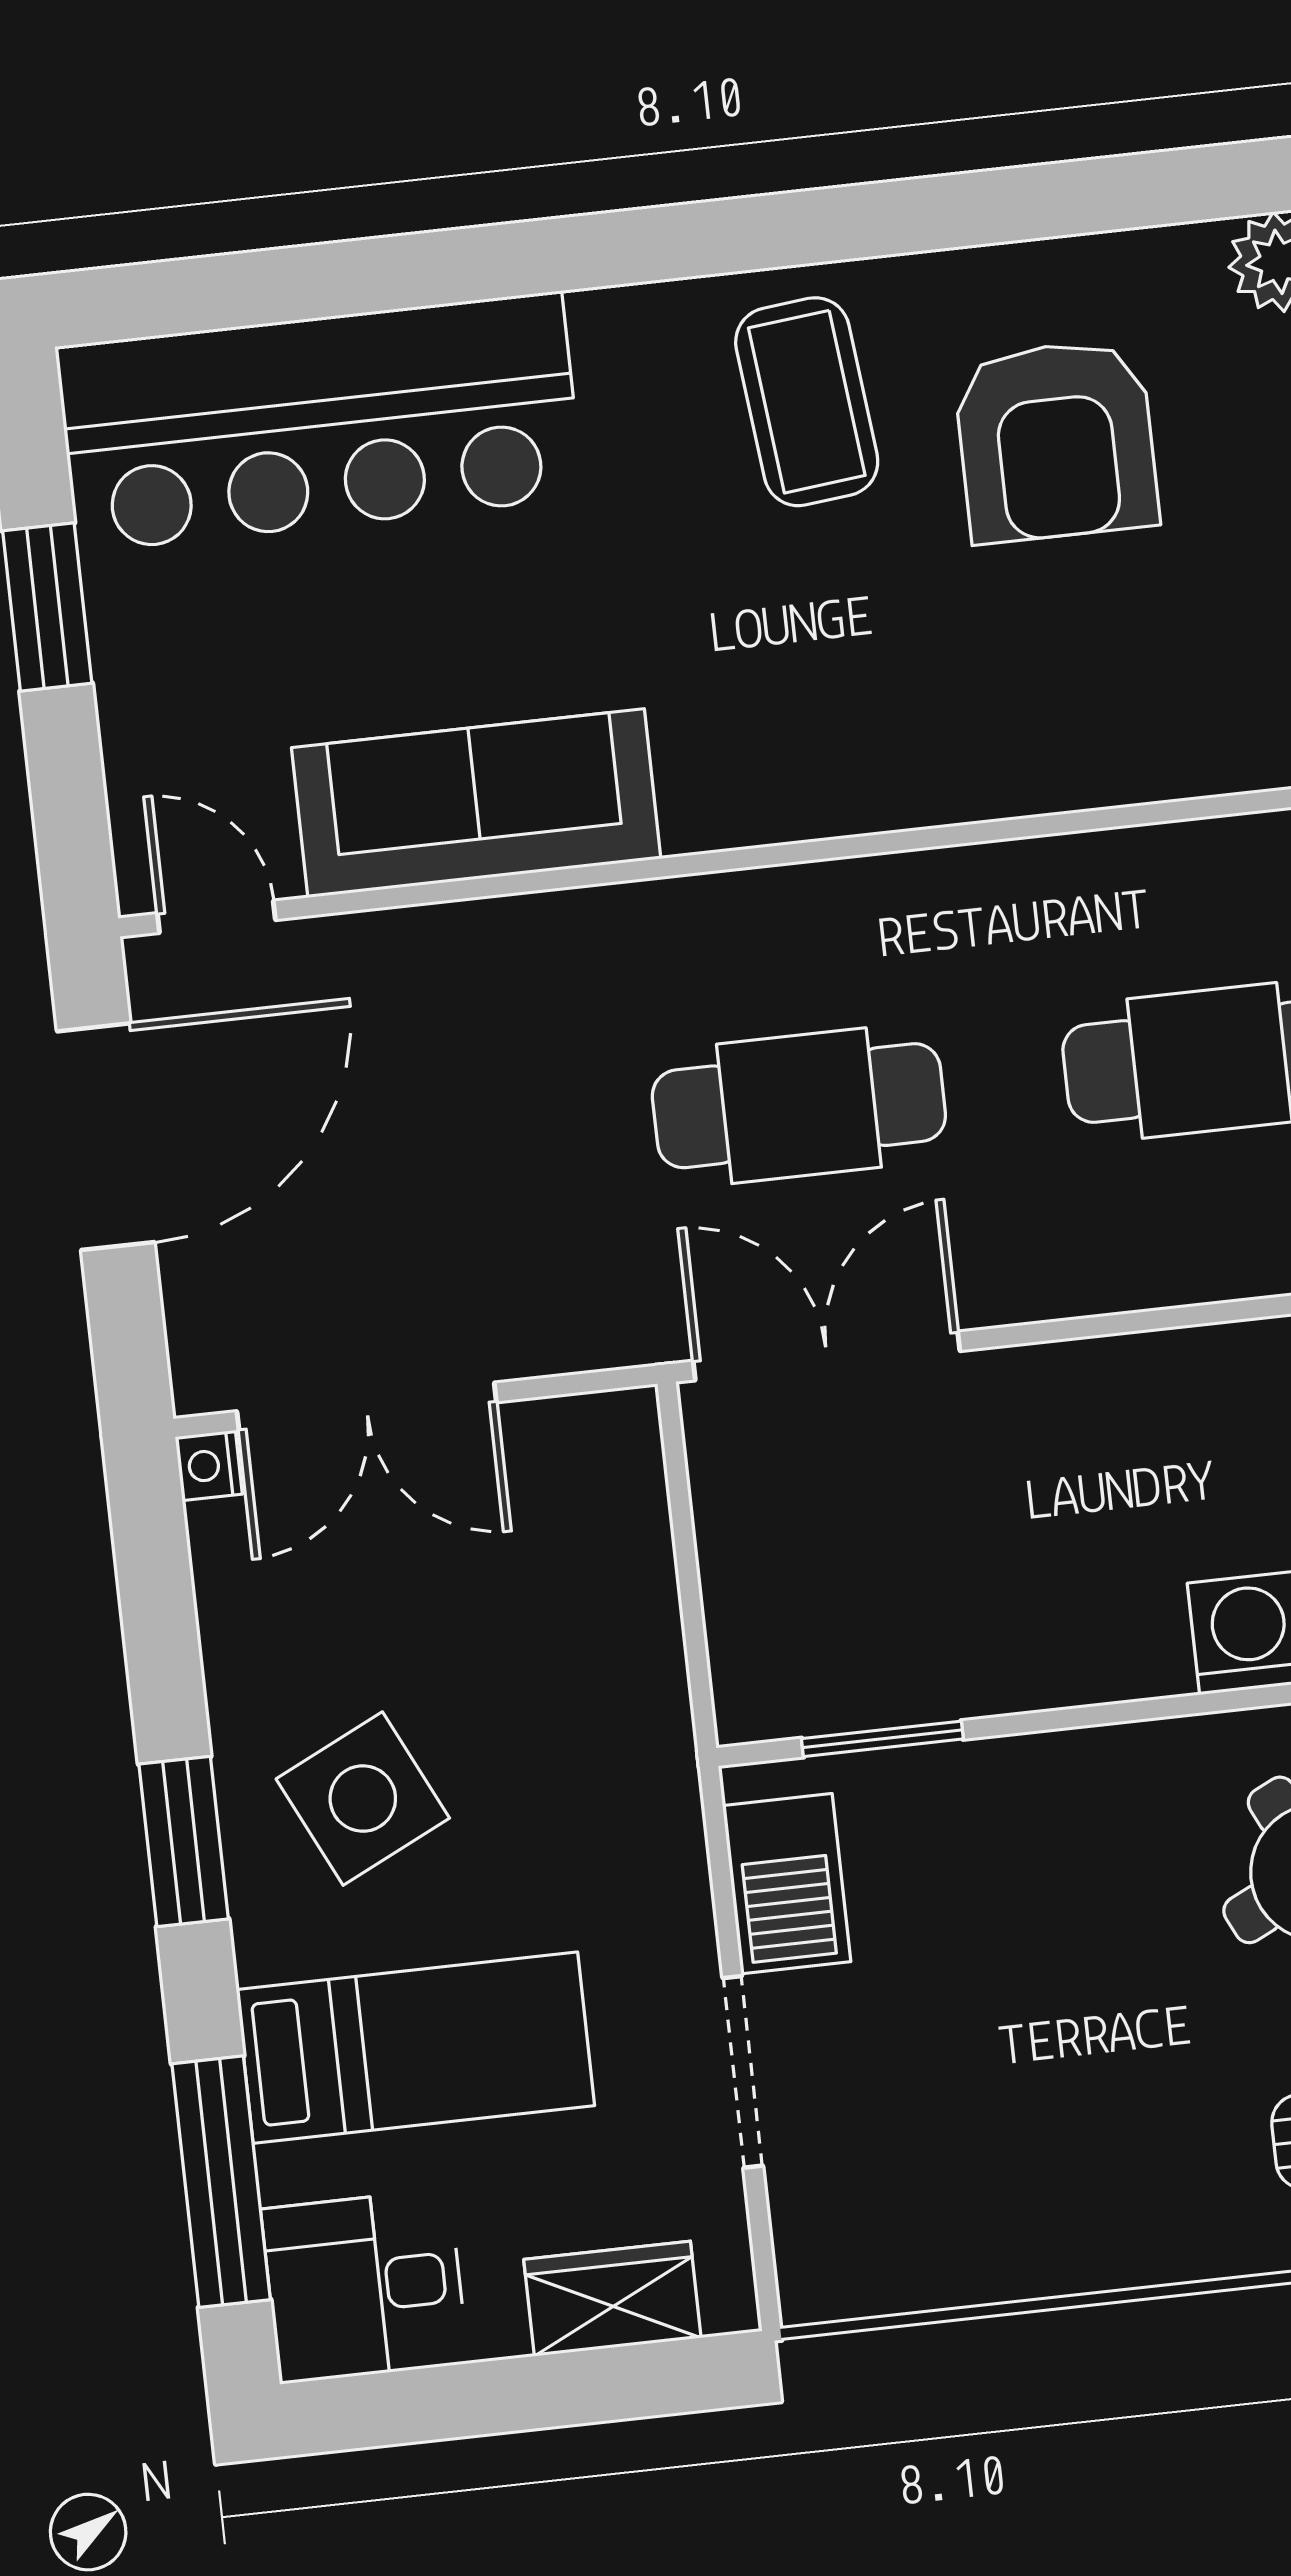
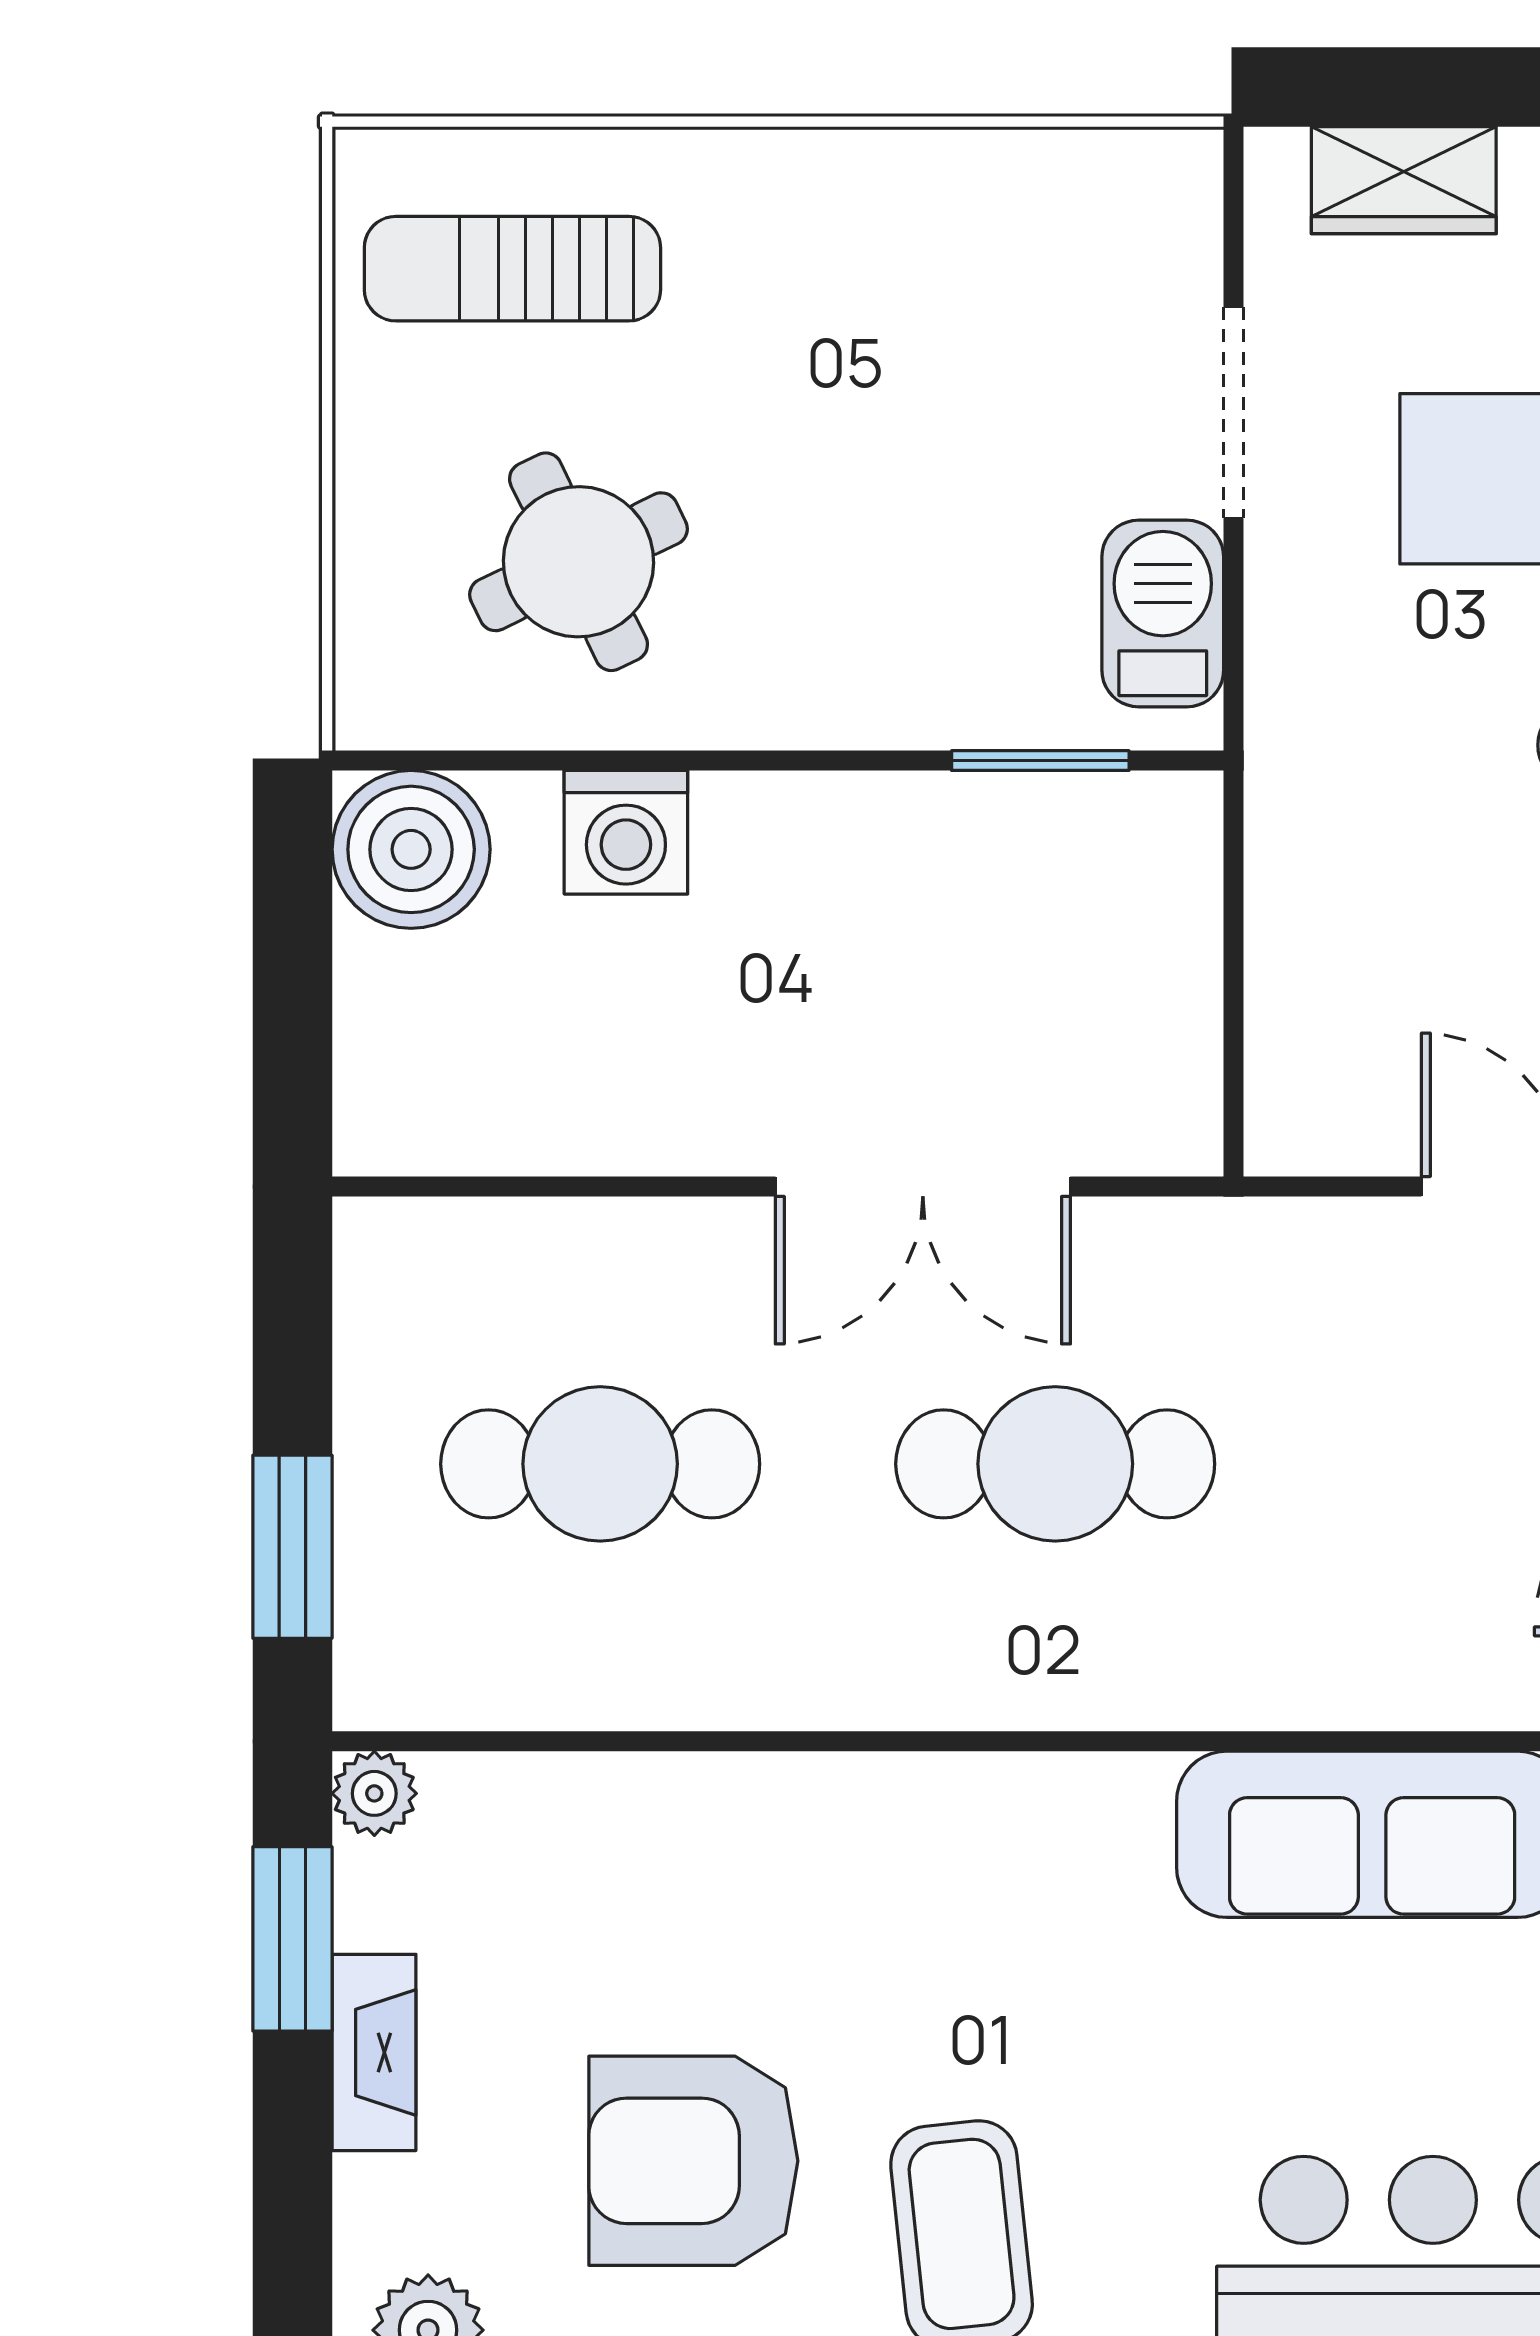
armchair: (1056, 441) -> (693, 2161), turned -90
double door: (827, 1356) -> (923, 1187), moved

